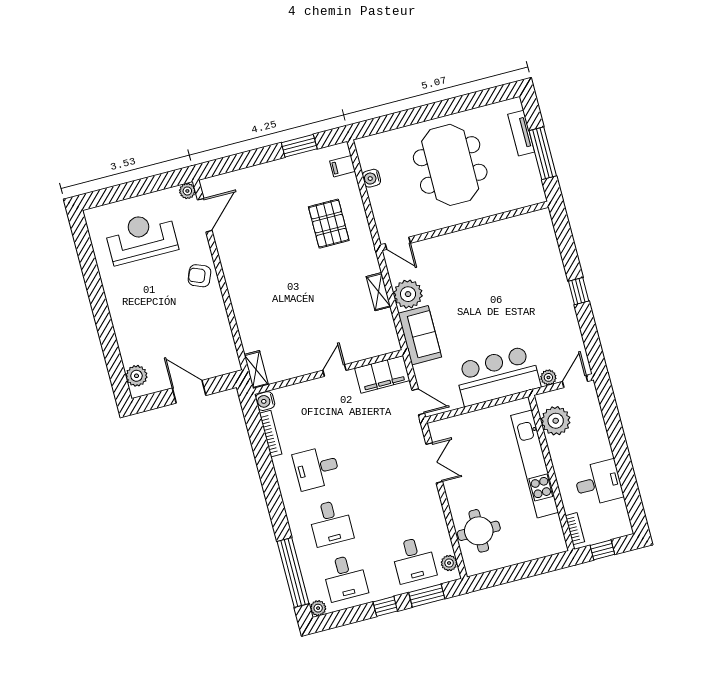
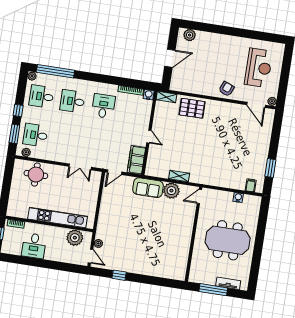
pallet: (329, 224) -> (192, 108), moved
window: (579, 291) -> (119, 275), moved
bar counter: (497, 376) -> (110, 218), removed

